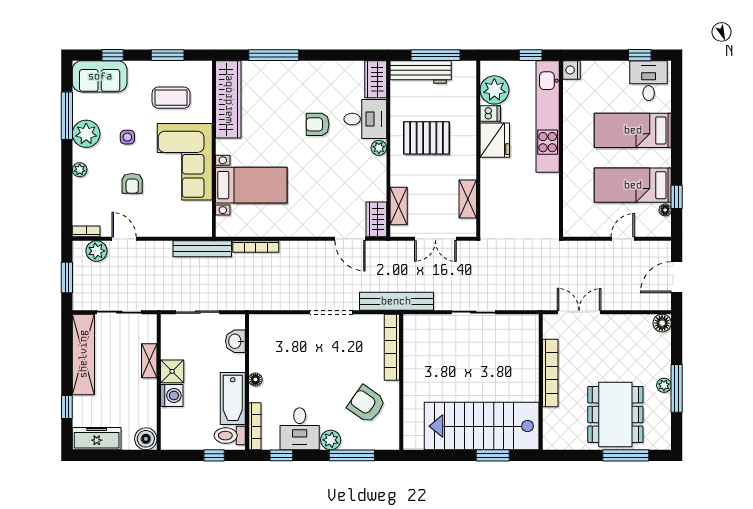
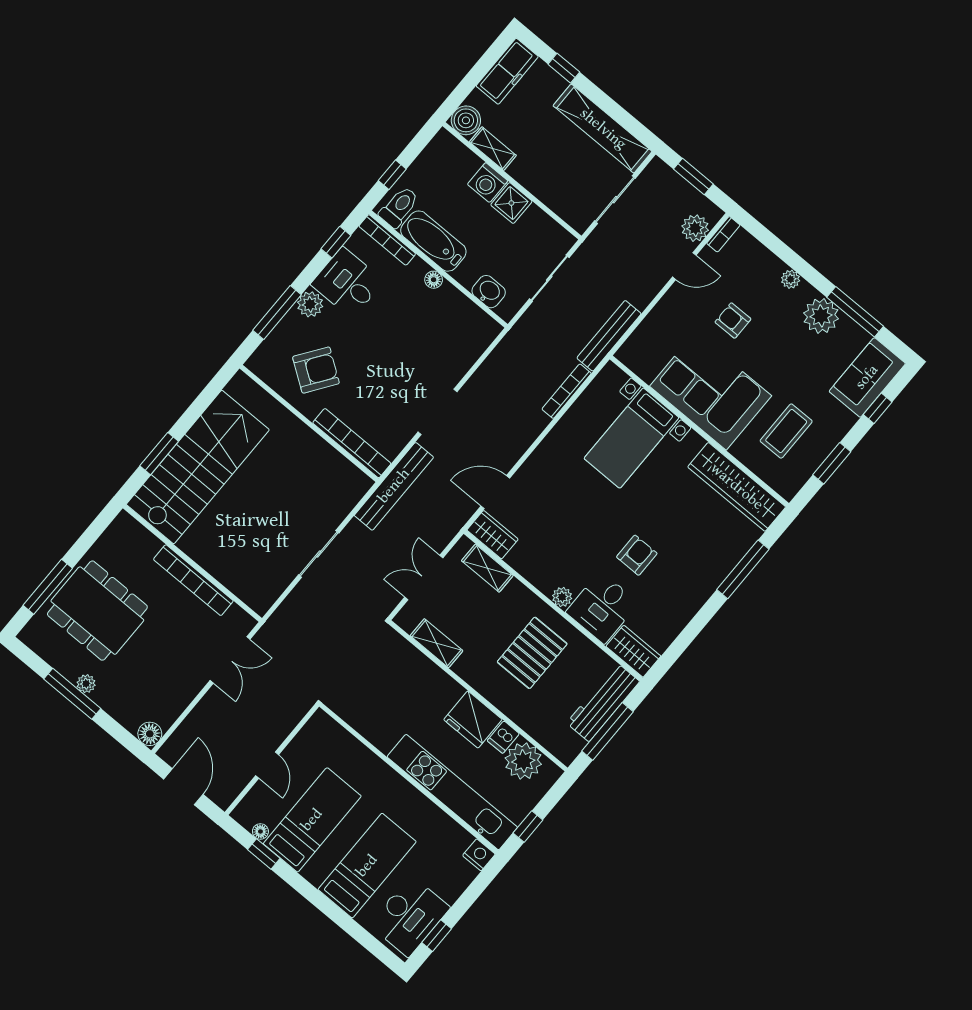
desk: (649, 81) -> (409, 916), width x1.37
side table: (127, 137) -> (783, 354), removed
shelving: (149, 361) -> (493, 149), moved

